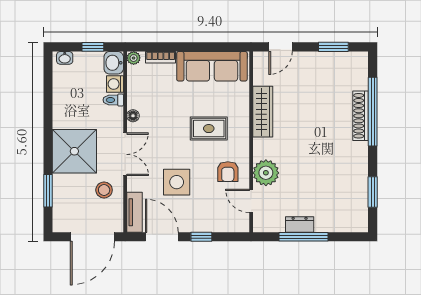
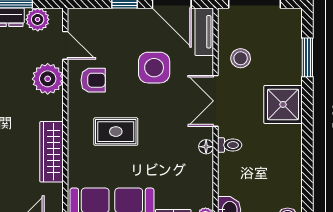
washing machine: (115, 84) -> (228, 185), removed
toilet: (113, 100) -> (230, 145), moved
shower: (74, 151) -> (283, 104), width x0.73, depth x0.73
armchair: (228, 172) -> (93, 80), turned 90
plant: (274, 223) -> (38, 19), added

